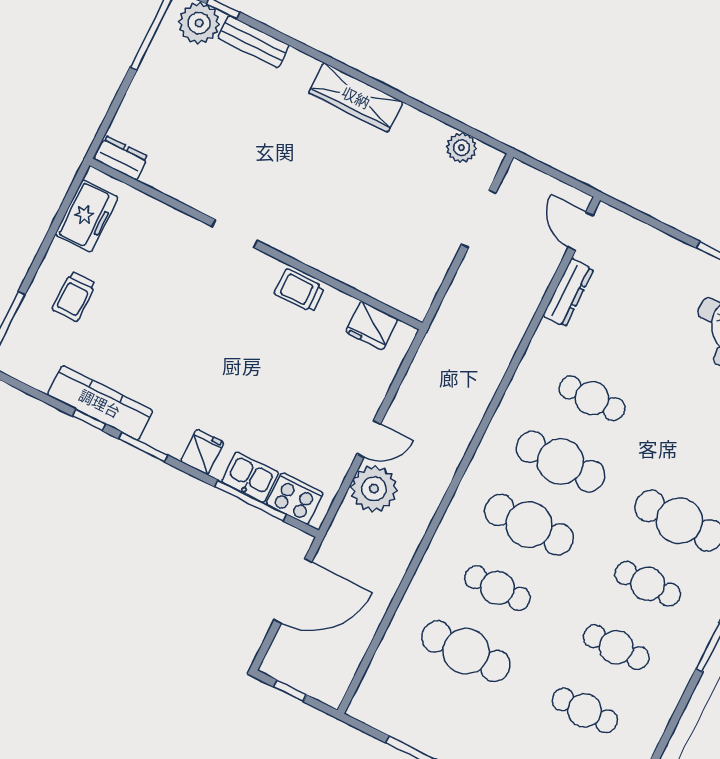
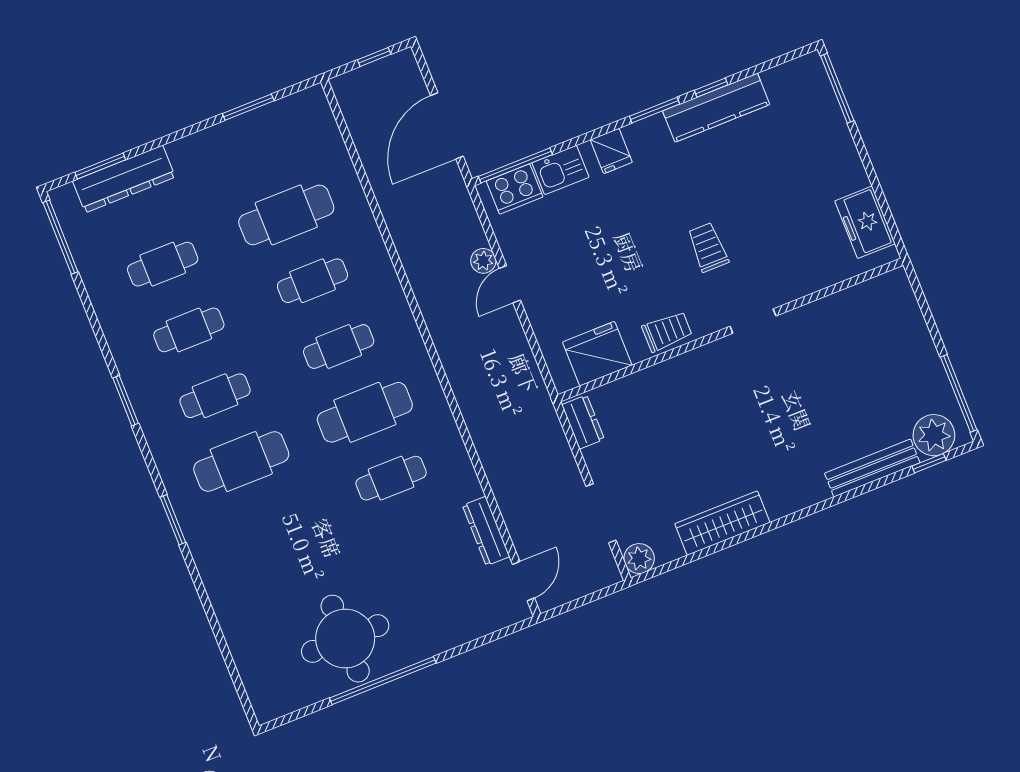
bench: (253, 42) -> (872, 468), width x1.36
wardrobe: (356, 97) -> (722, 523), moved
plant: (461, 148) -> (639, 559), moved
dresser: (121, 158) -> (583, 422), moved, turned -90
door: (580, 231) -> (523, 581), hinge flipped
trolley: (74, 296) -> (708, 247), moved
fridge: (372, 326) -> (597, 354), width x1.36, depth x1.34
plant: (374, 489) -> (483, 261), width x0.53, depth x0.53
window: (251, 501) -> (515, 165), moved
cafe table: (529, 525) -> (339, 347), width x0.73, depth x0.74

